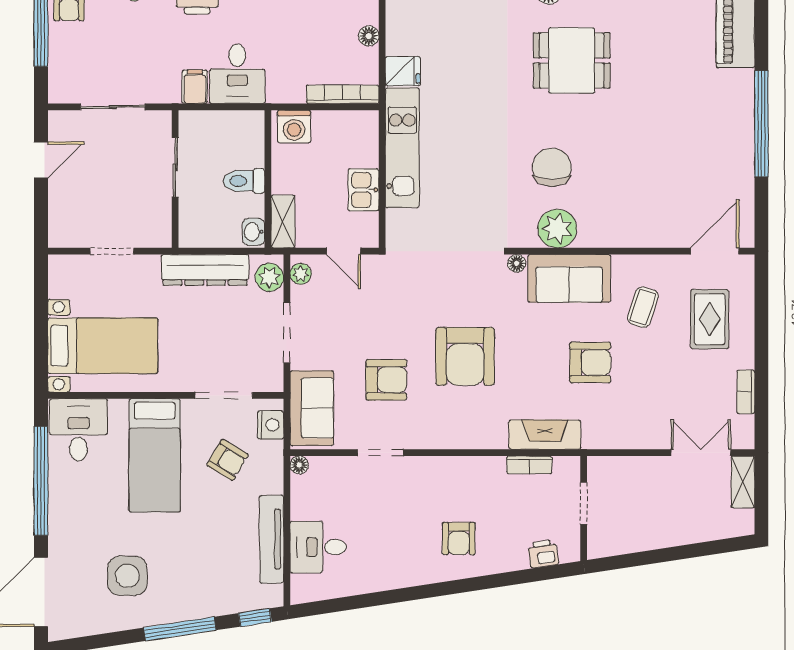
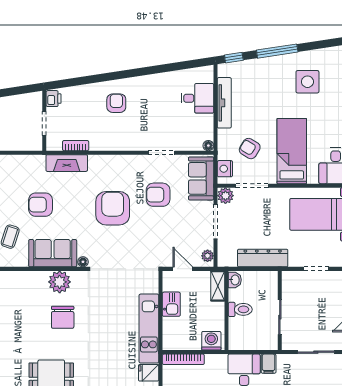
plant: (270, 277) -> (225, 196), moved
printer: (543, 554) -> (54, 99), moved, turned -81

